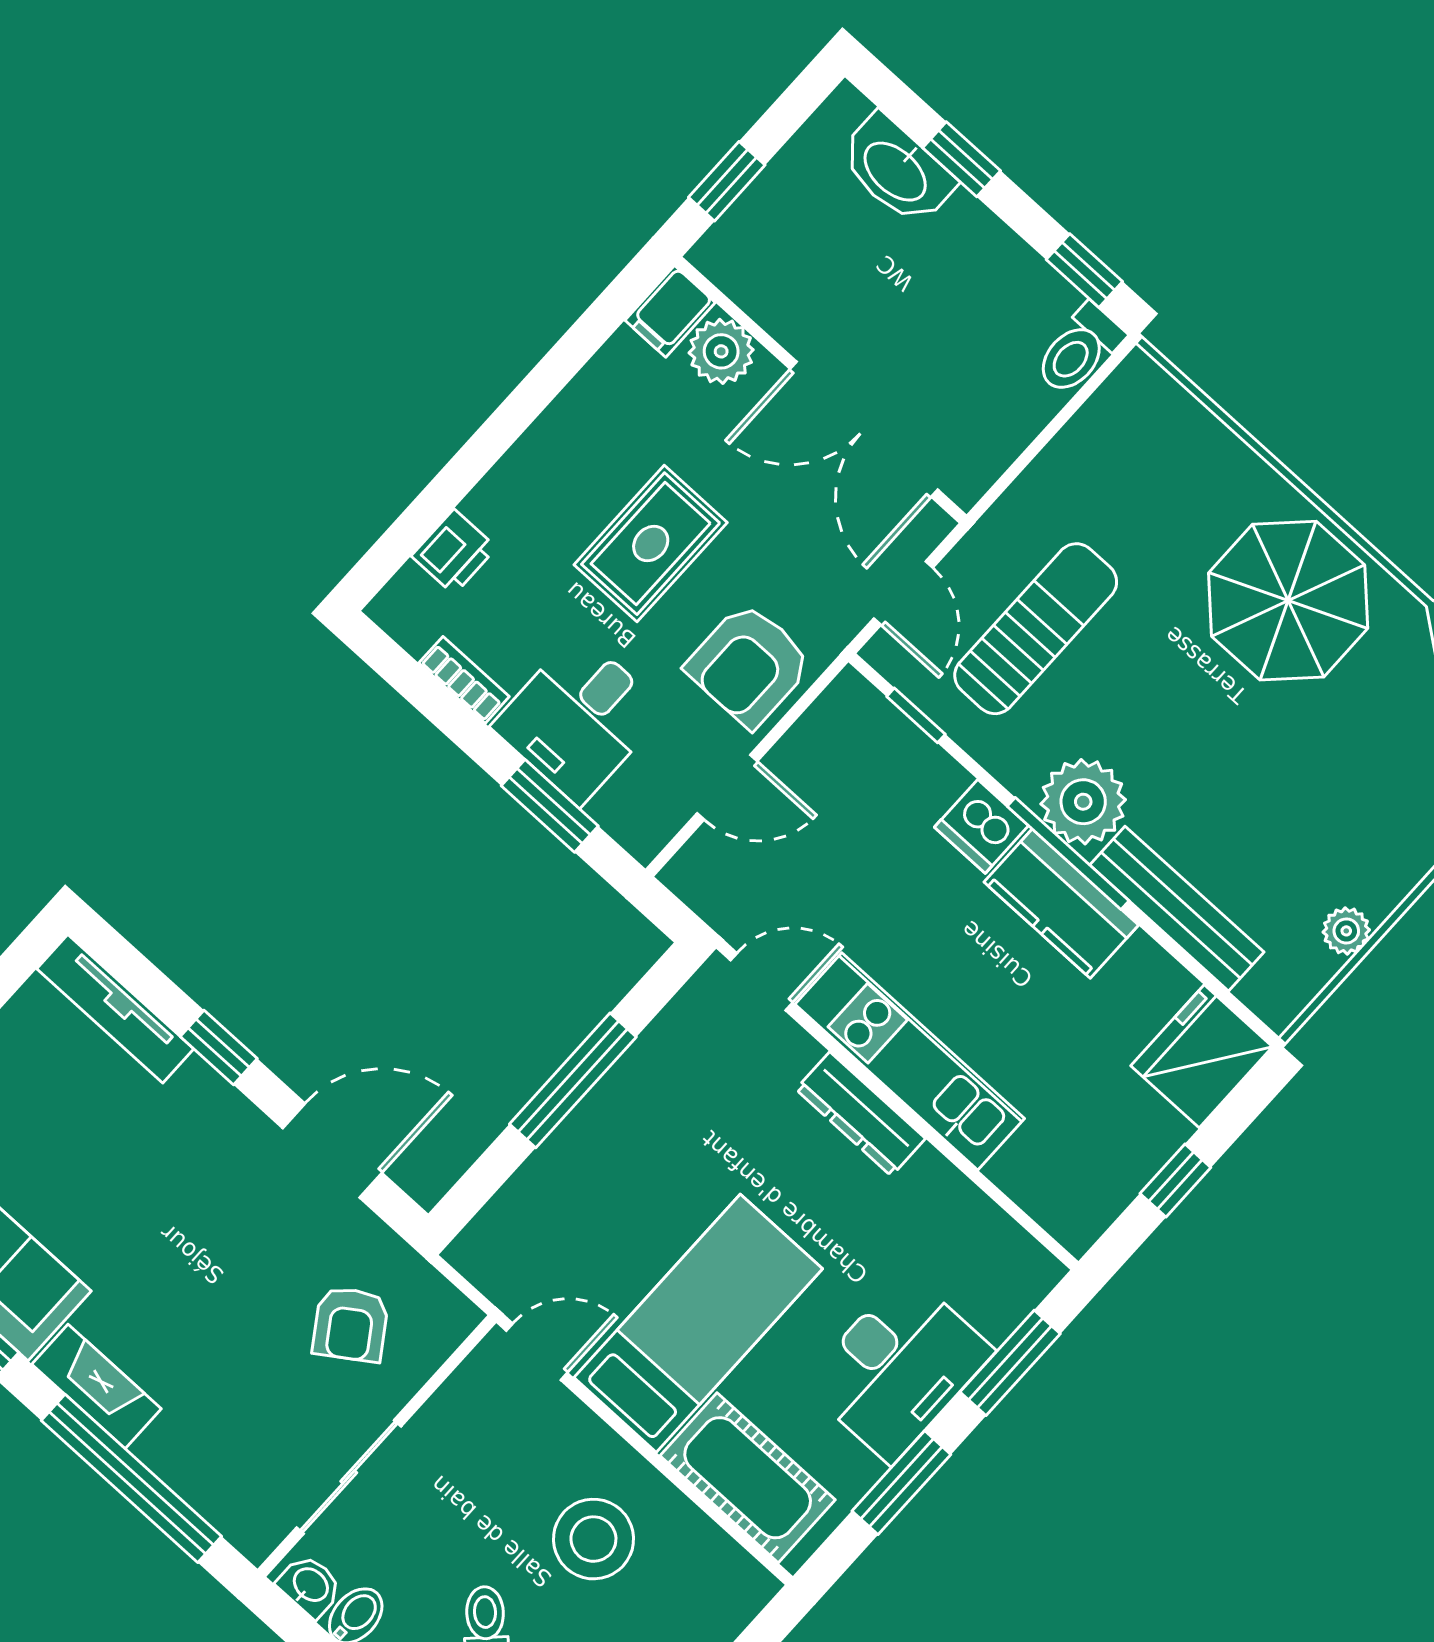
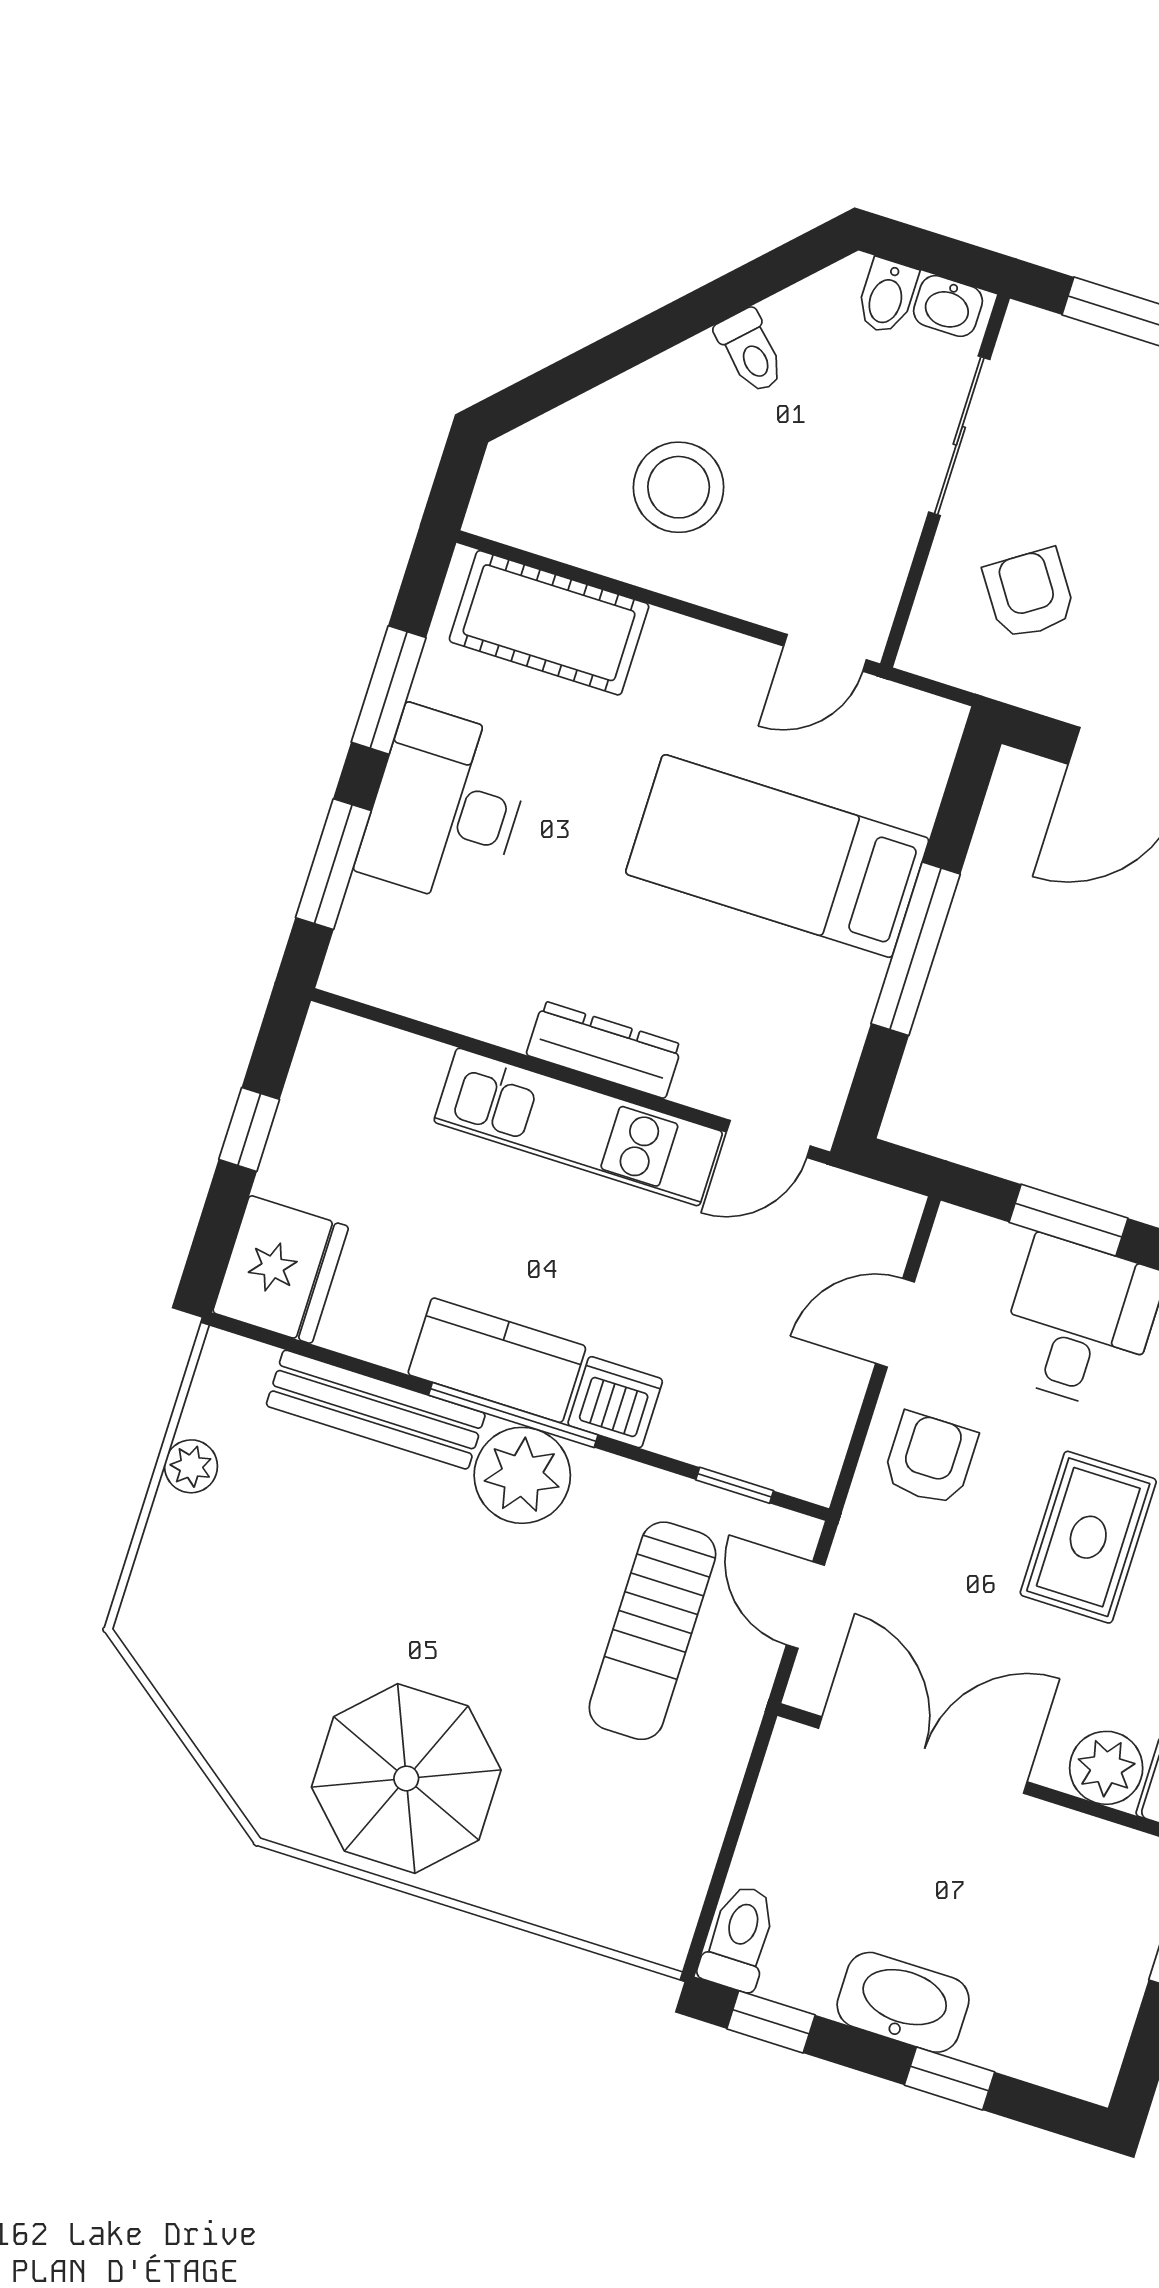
washbasin: (896, 170) -> (903, 2002), moved
armchair: (749, 665) -> (930, 1459), width x0.72, depth x0.72
bed: (698, 1323) -> (777, 856), moved, turned 90

